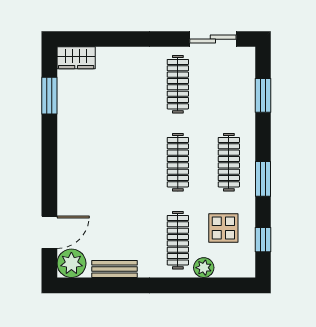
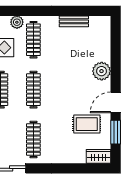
rug: (94, 108) -> (87, 124), added
door: (49, 232) -> (116, 102), moved
plant: (71, 263) -> (102, 71), moved

